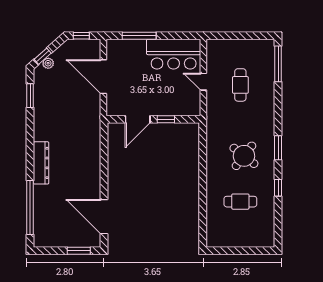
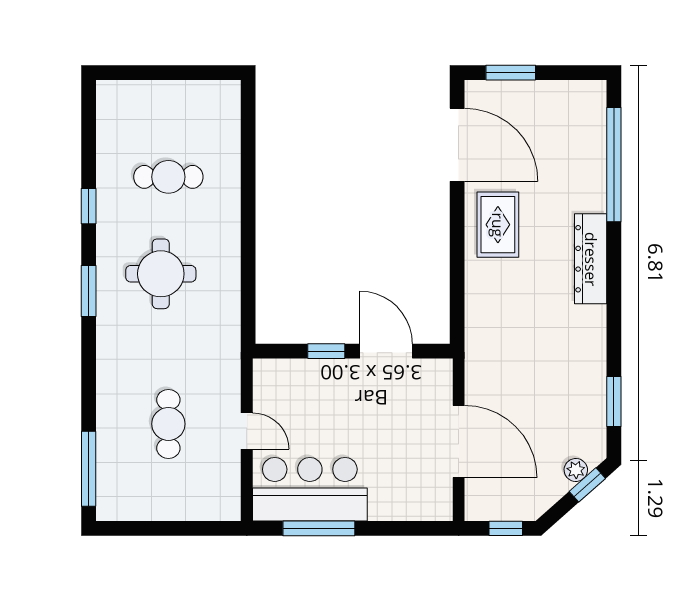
window: (139, 36) -> (319, 528), moved
door: (138, 119) -> (386, 351), hinge flipped
round table: (244, 156) -> (161, 274), turned -38
rug: (85, 179) -> (498, 225), added

